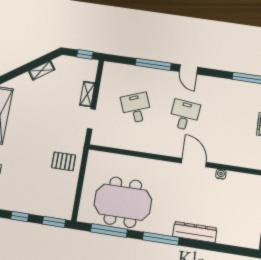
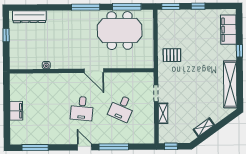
desk: (136, 108) -> (122, 108), turned 45
door: (194, 163) -> (94, 71), moved
dresser: (195, 232) -> (29, 17), moved

